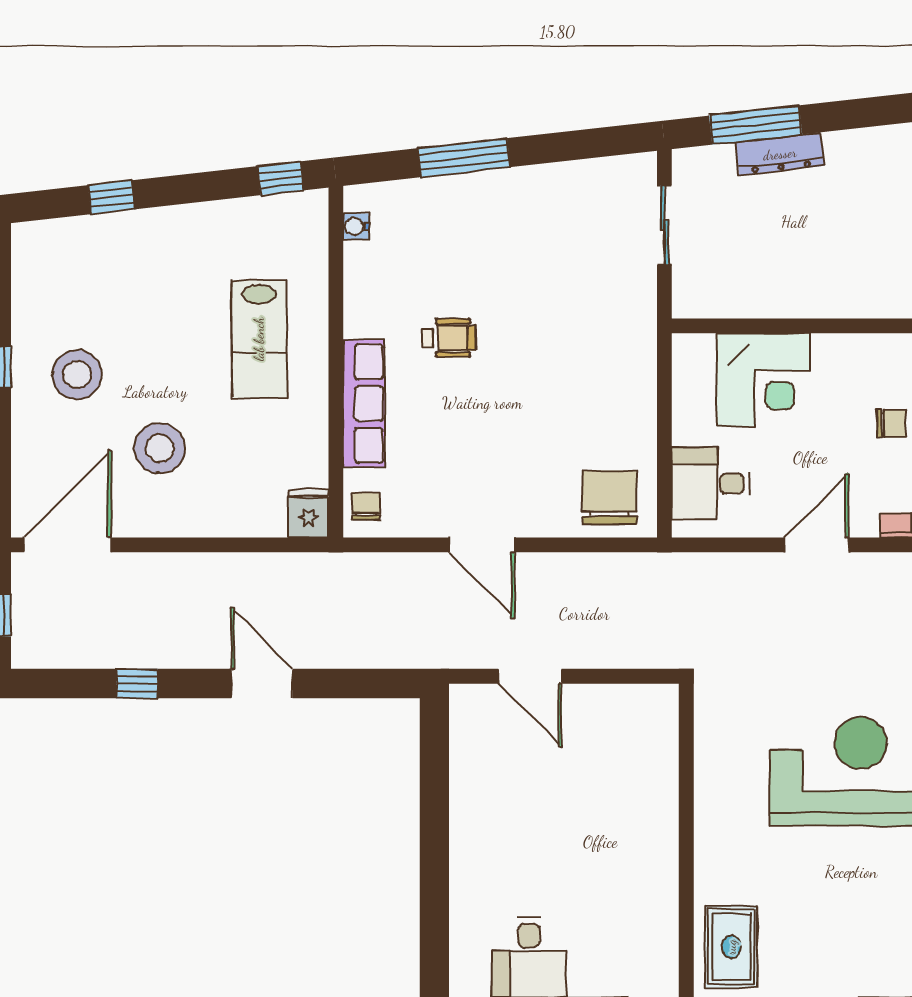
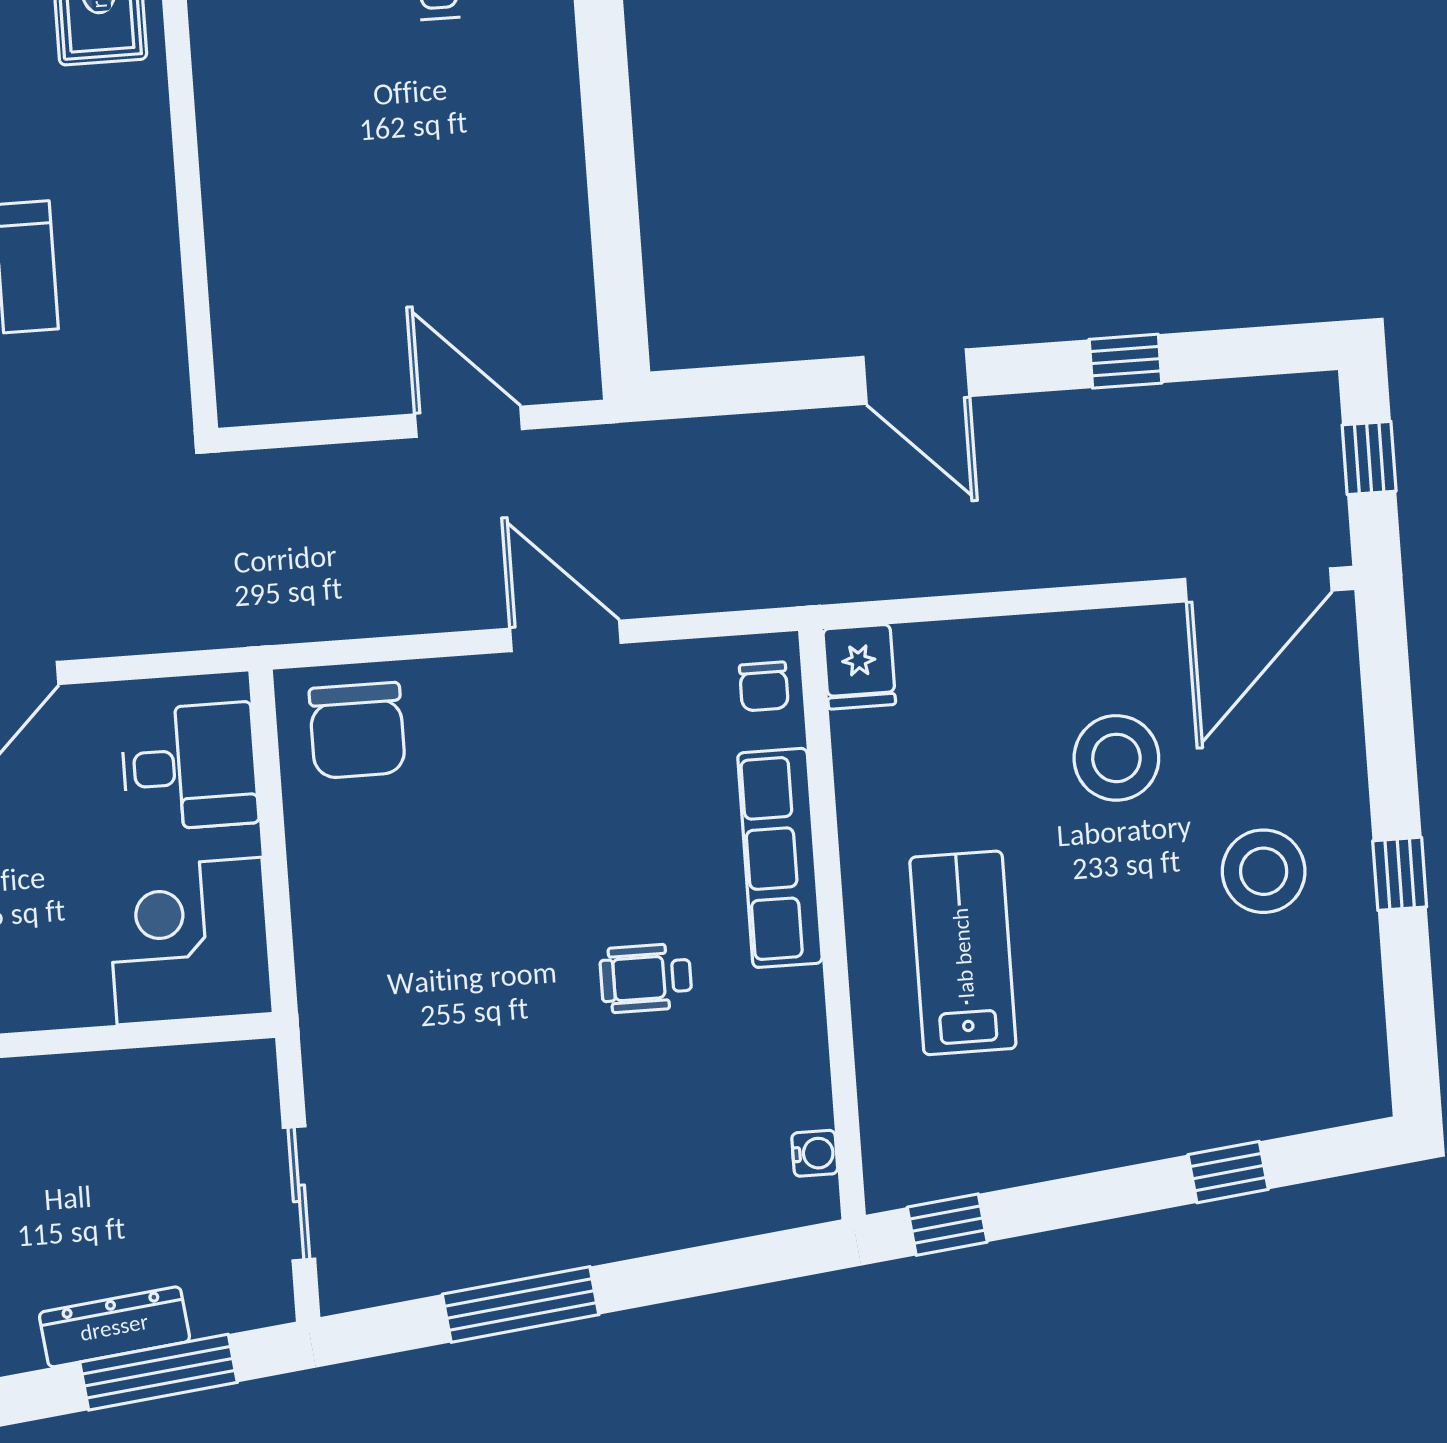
window: (464, 158) -> (521, 1304), moved
corner desk: (764, 380) -> (190, 941), moved

